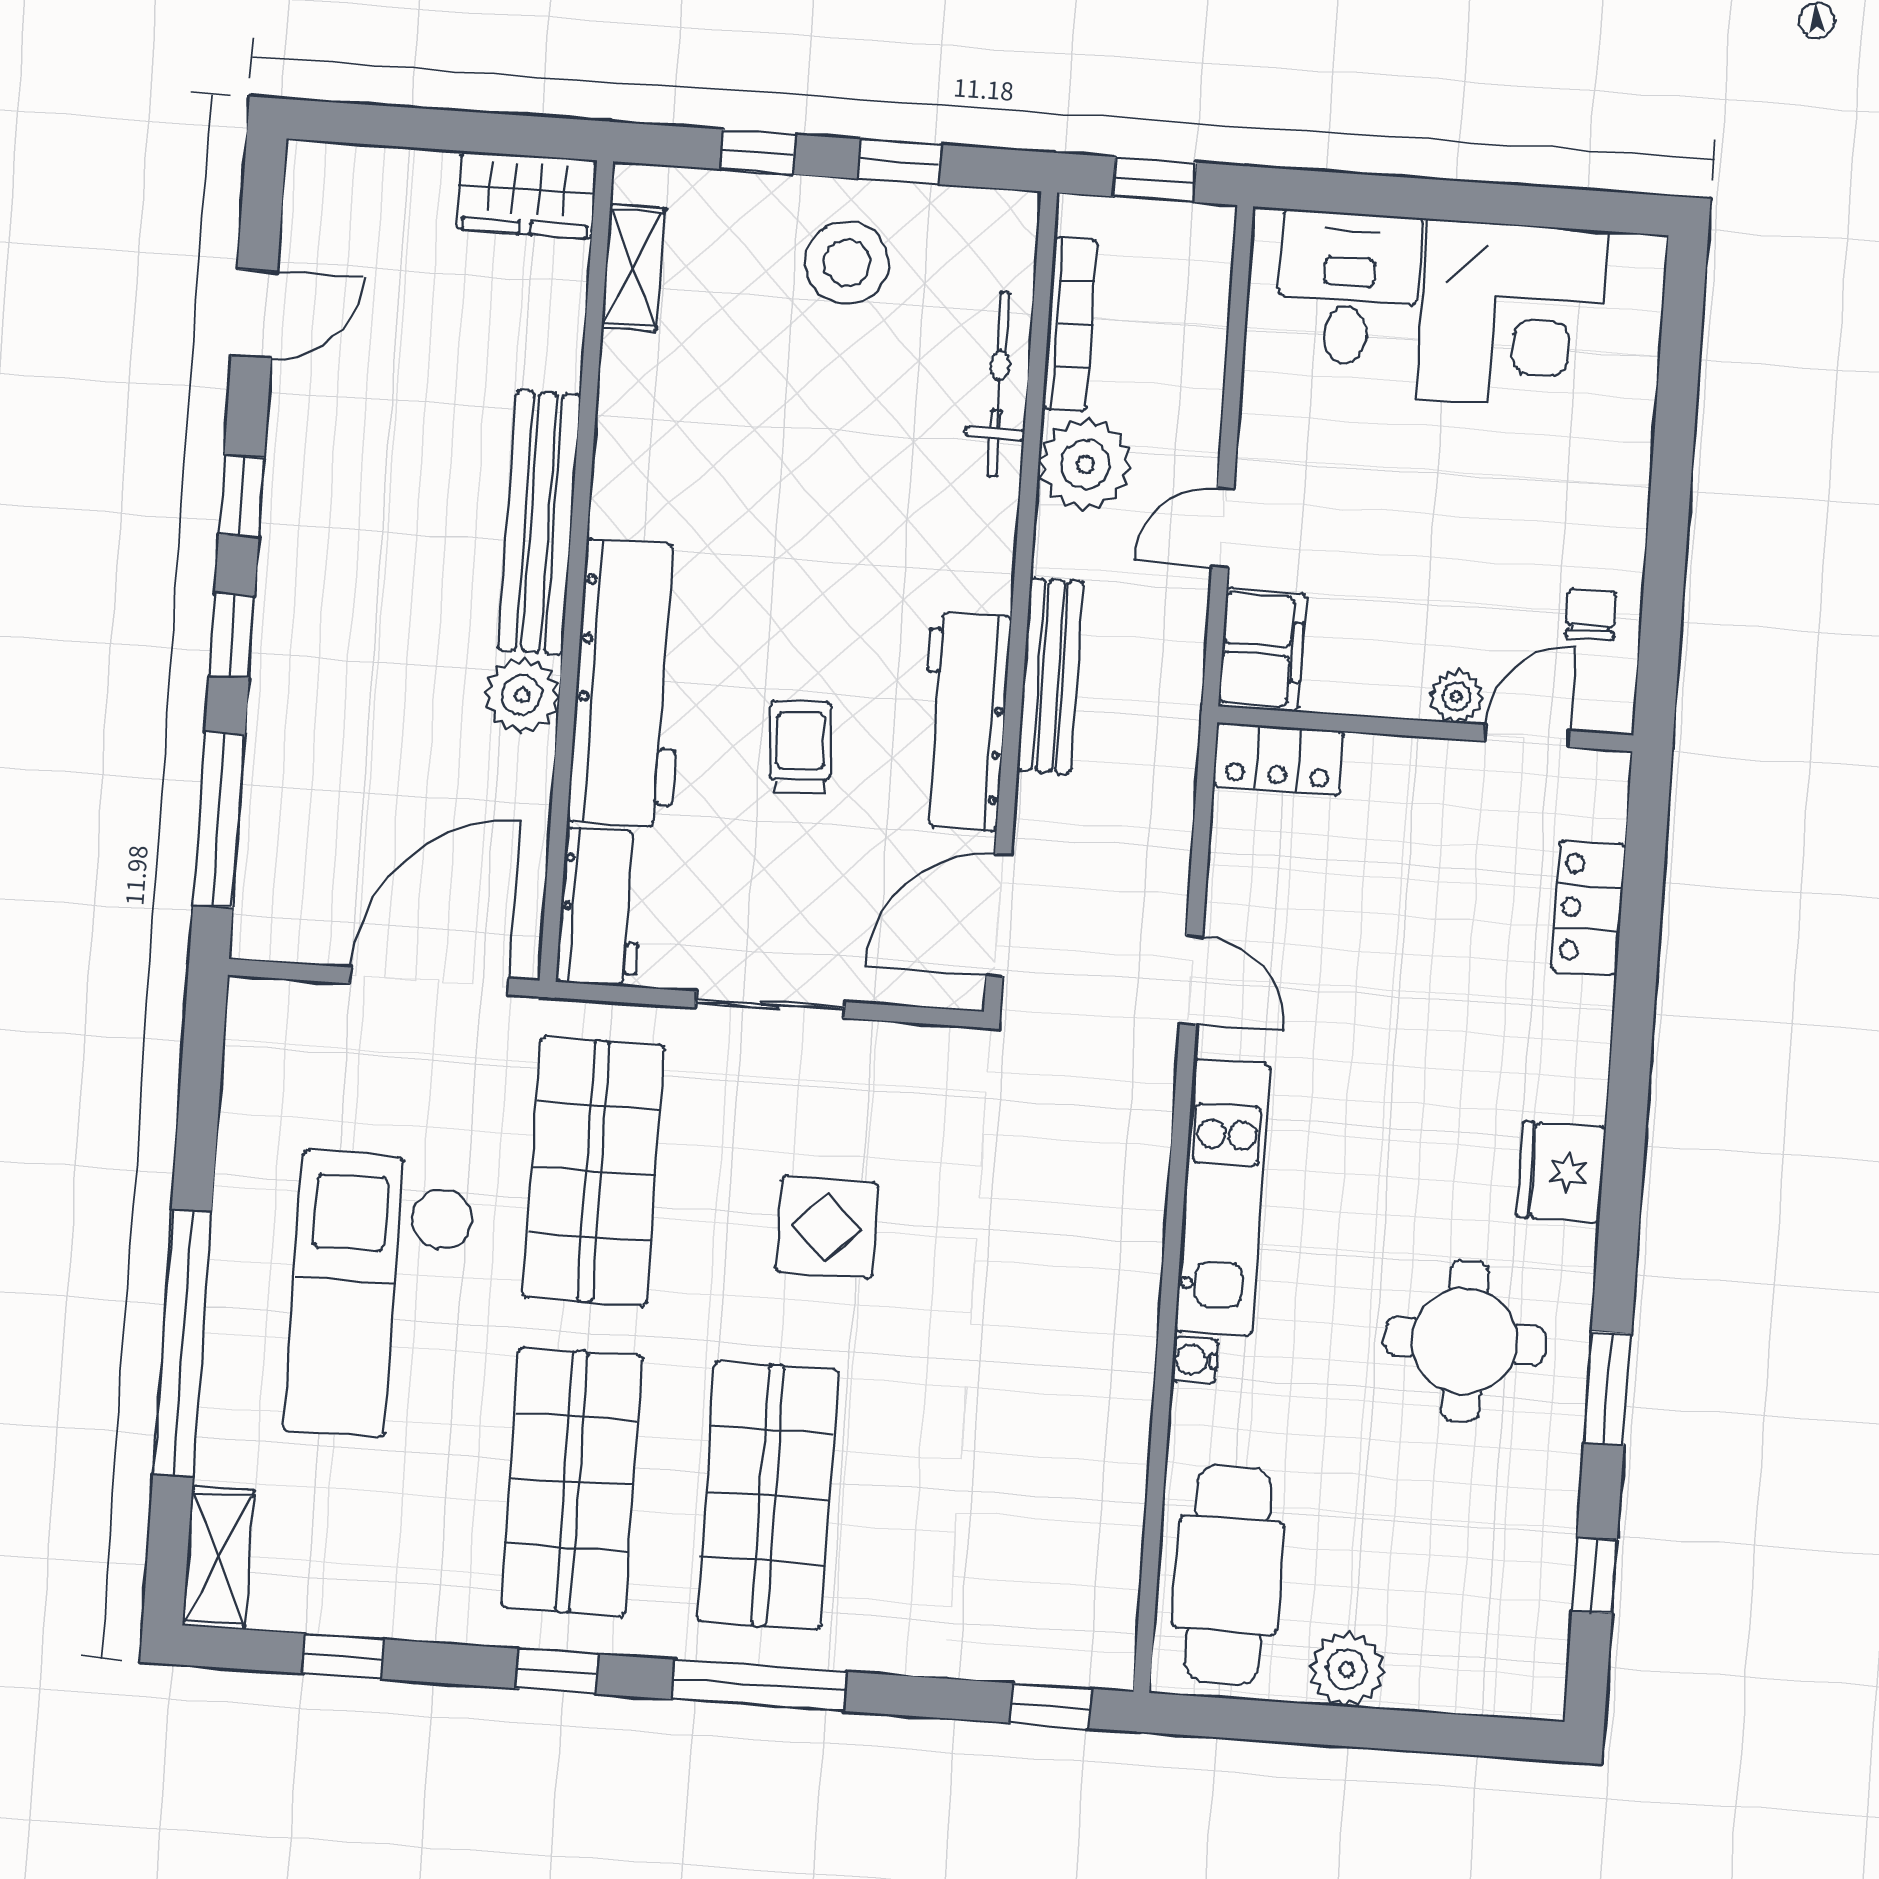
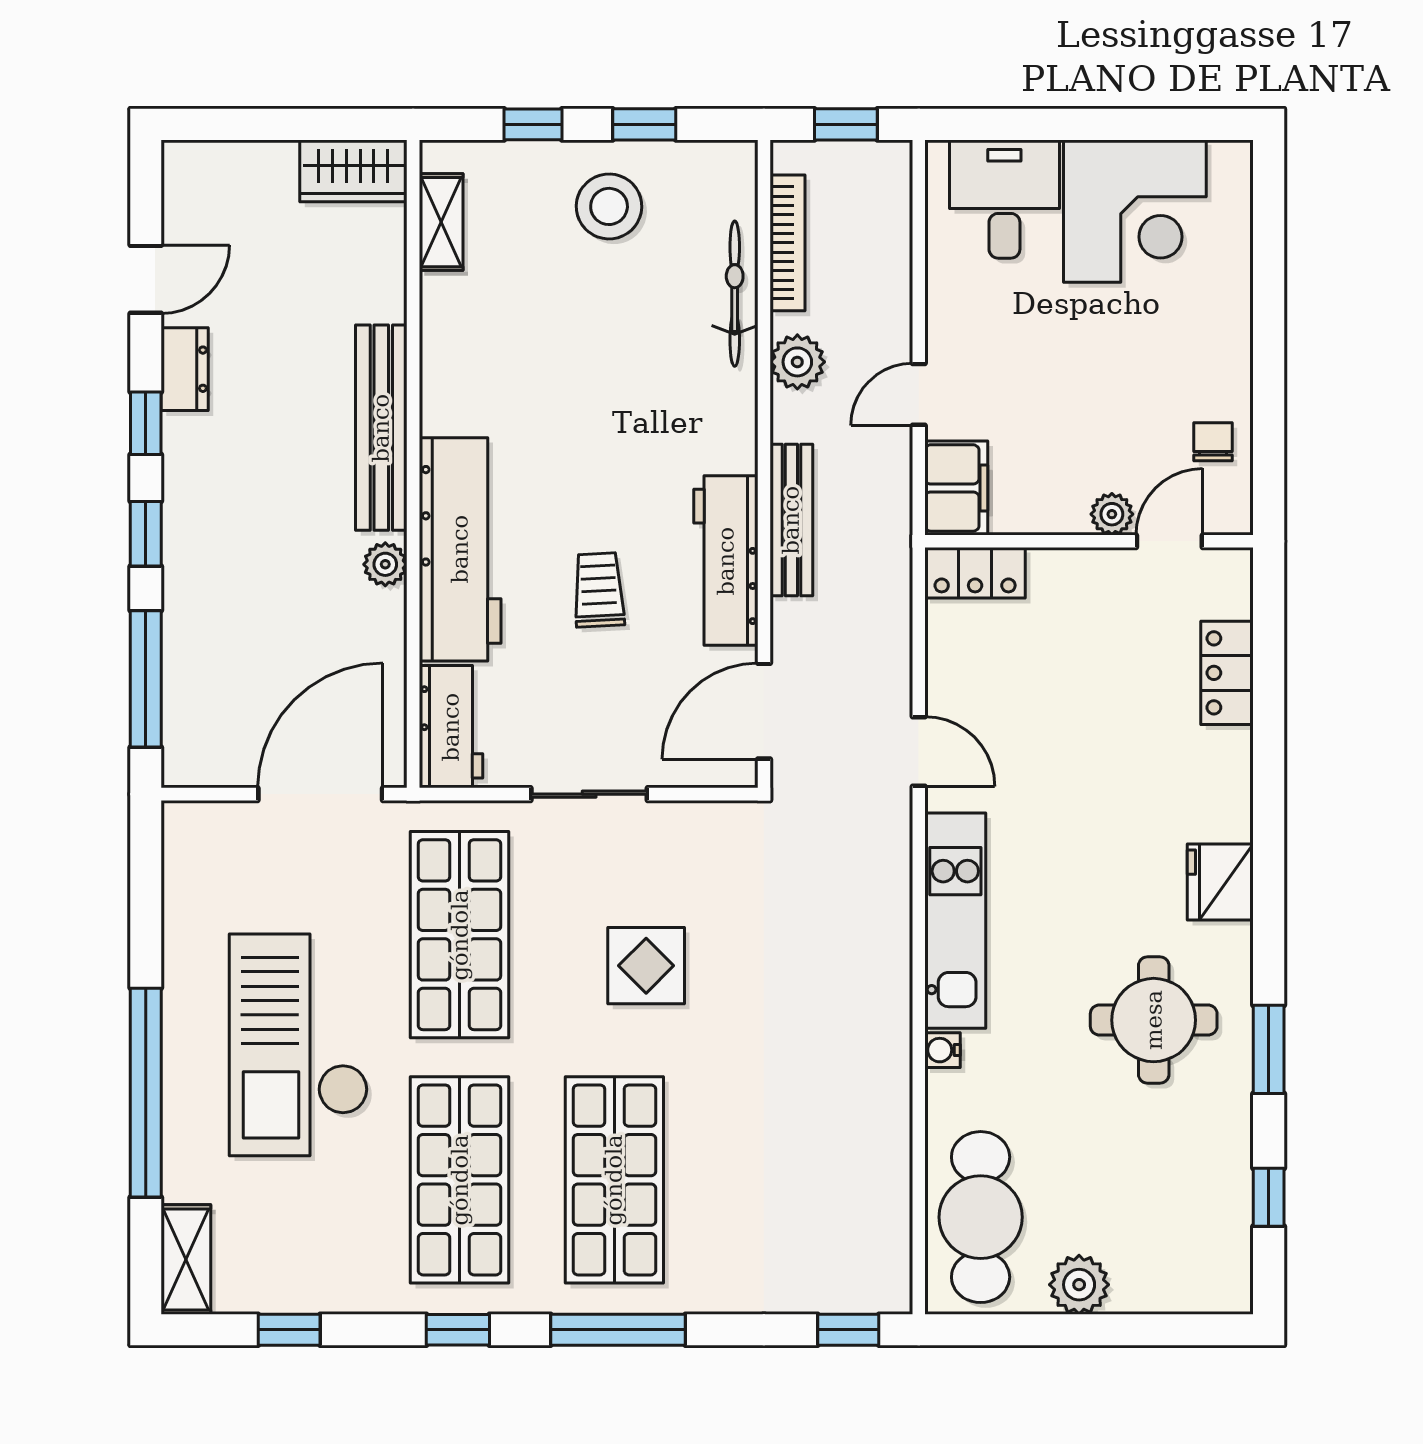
dresser: (296, 431) -> (185, 369), added
plant: (1085, 464) -> (797, 362), width x0.73, depth x0.73
plant: (522, 695) -> (385, 564), width x0.73, depth x0.73

